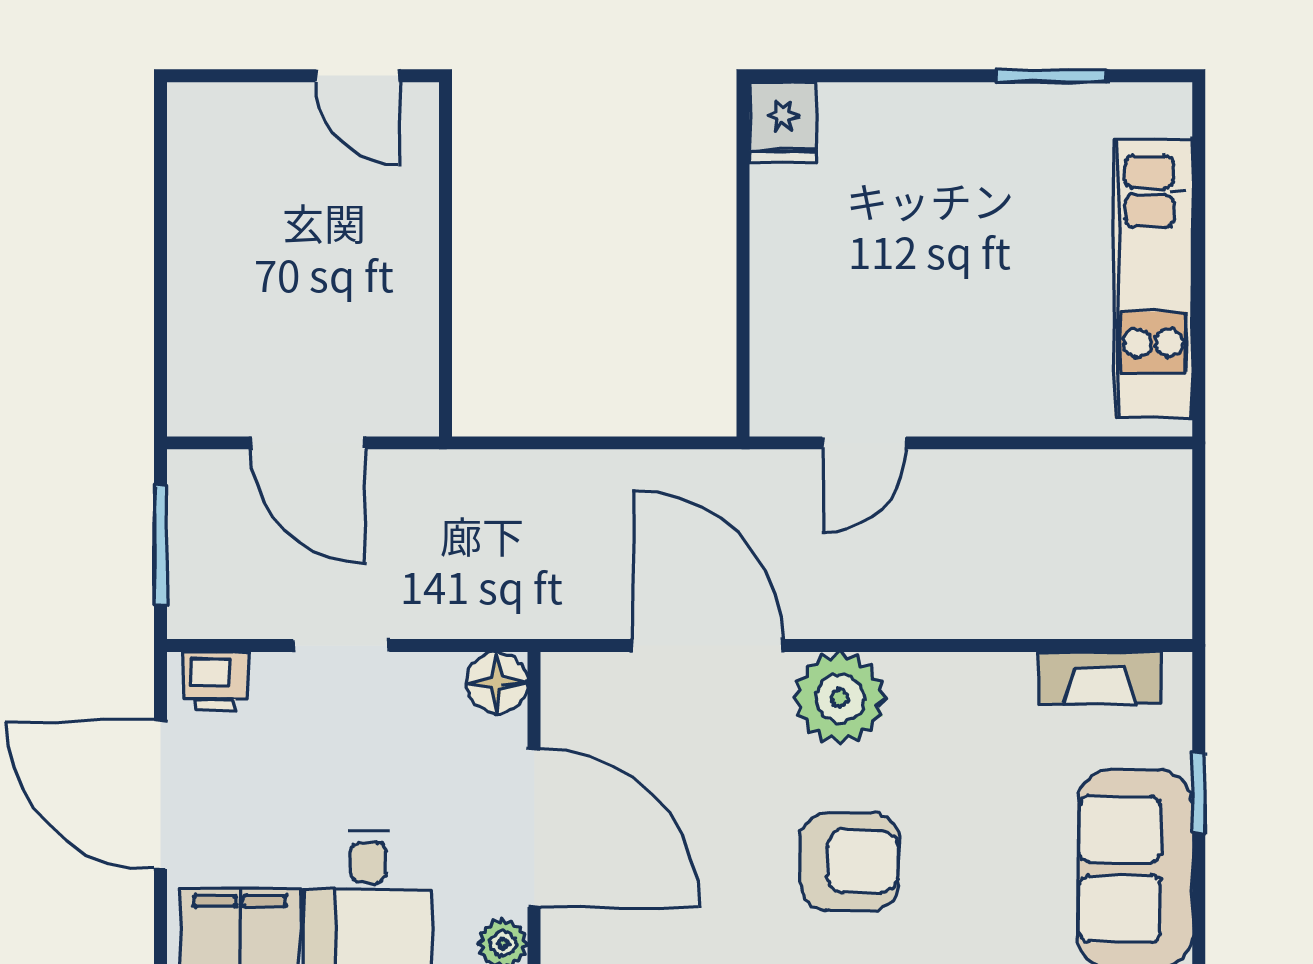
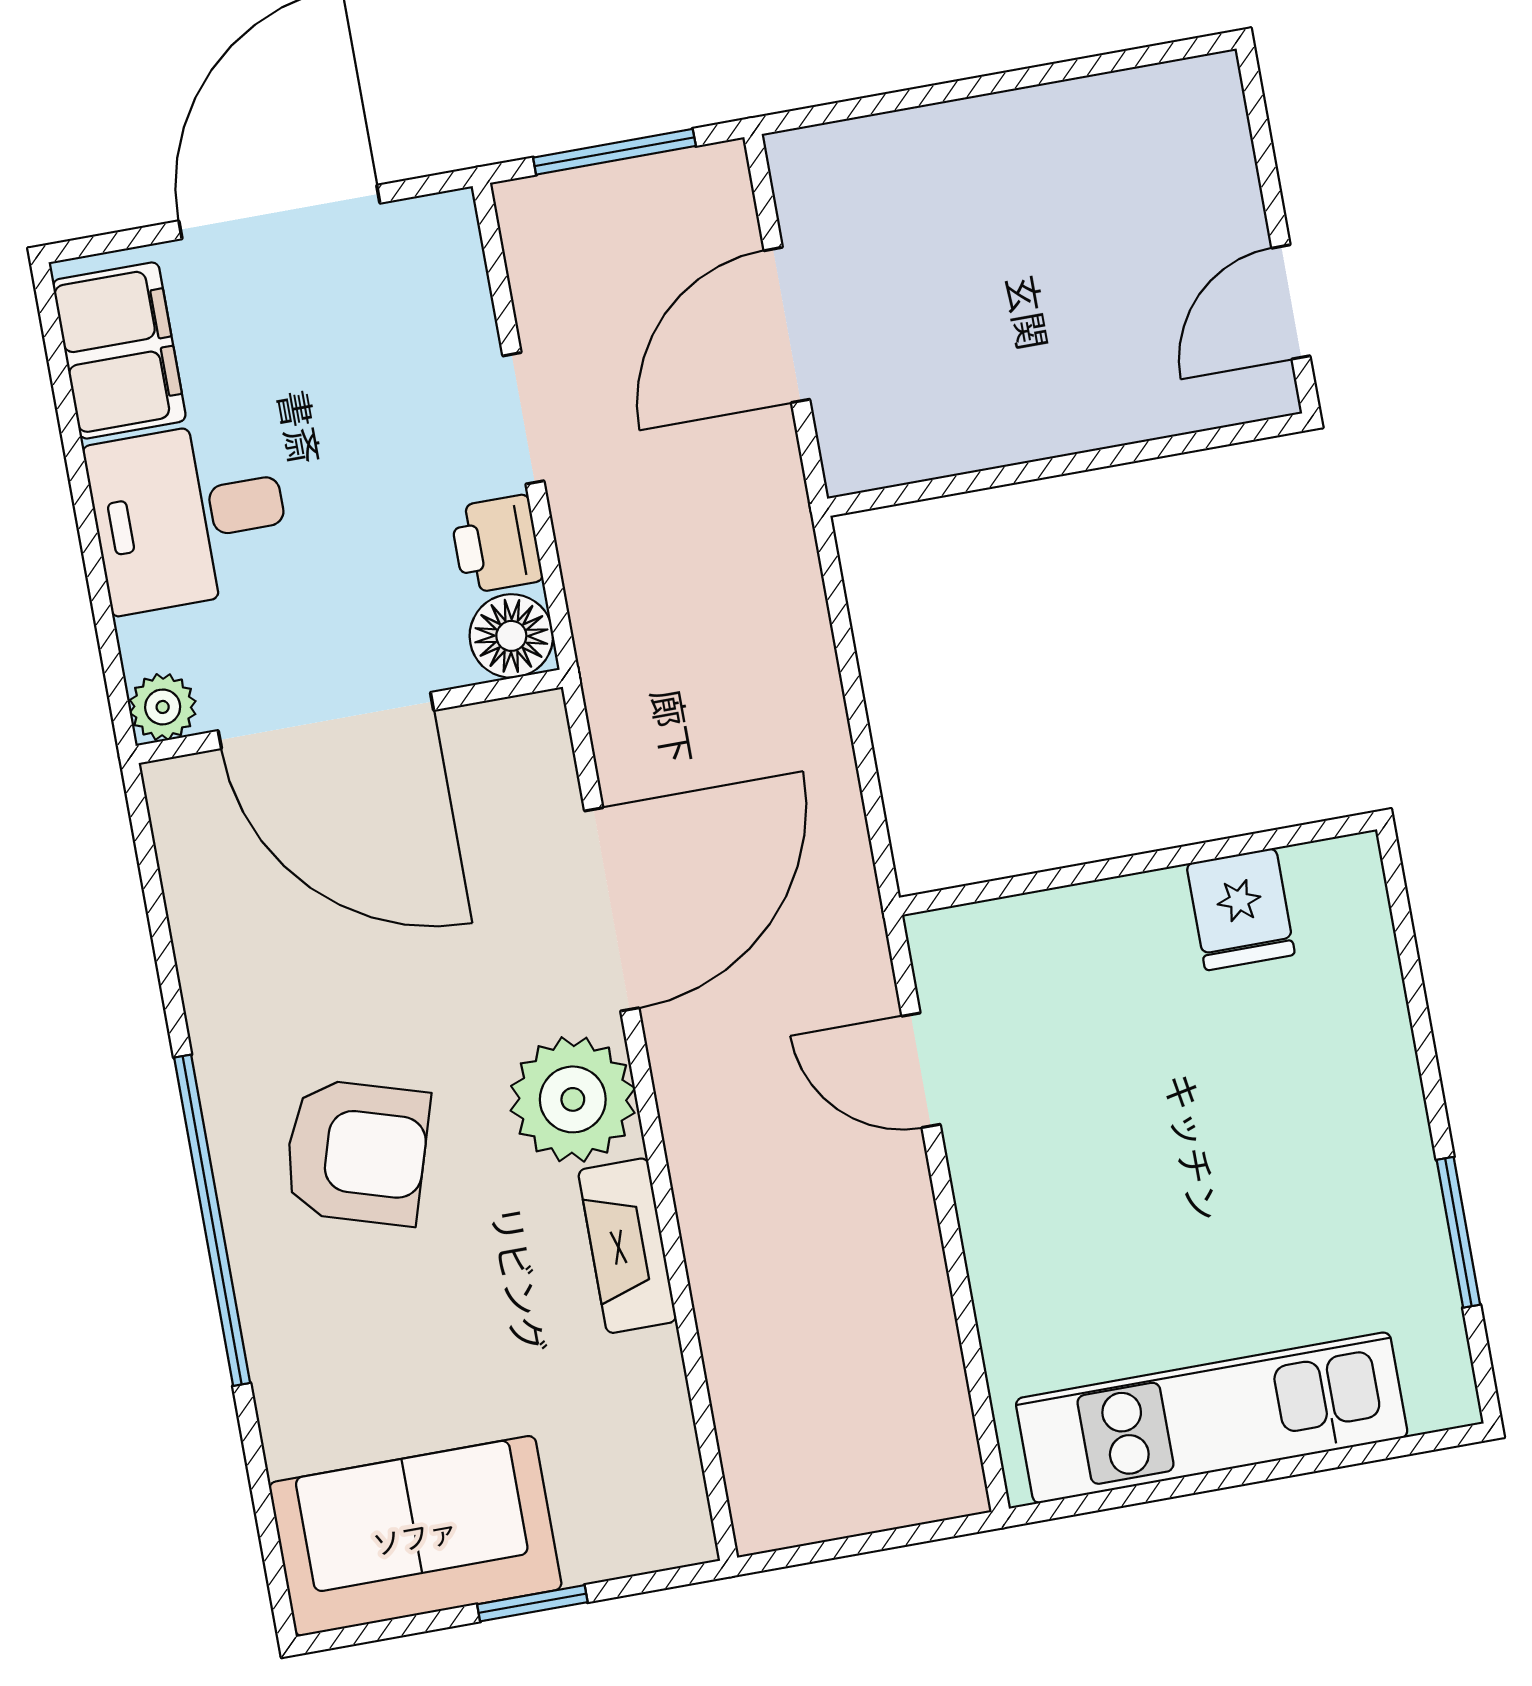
fridge: (783, 122) -> (1241, 909), moved, turned -90
fireplace: (1100, 678) -> (627, 1246), moved
printer: (216, 681) -> (496, 544), moved
door: (534, 827) -> (326, 720), hinge flipped
armchair: (850, 861) -> (356, 1152), turned -73

